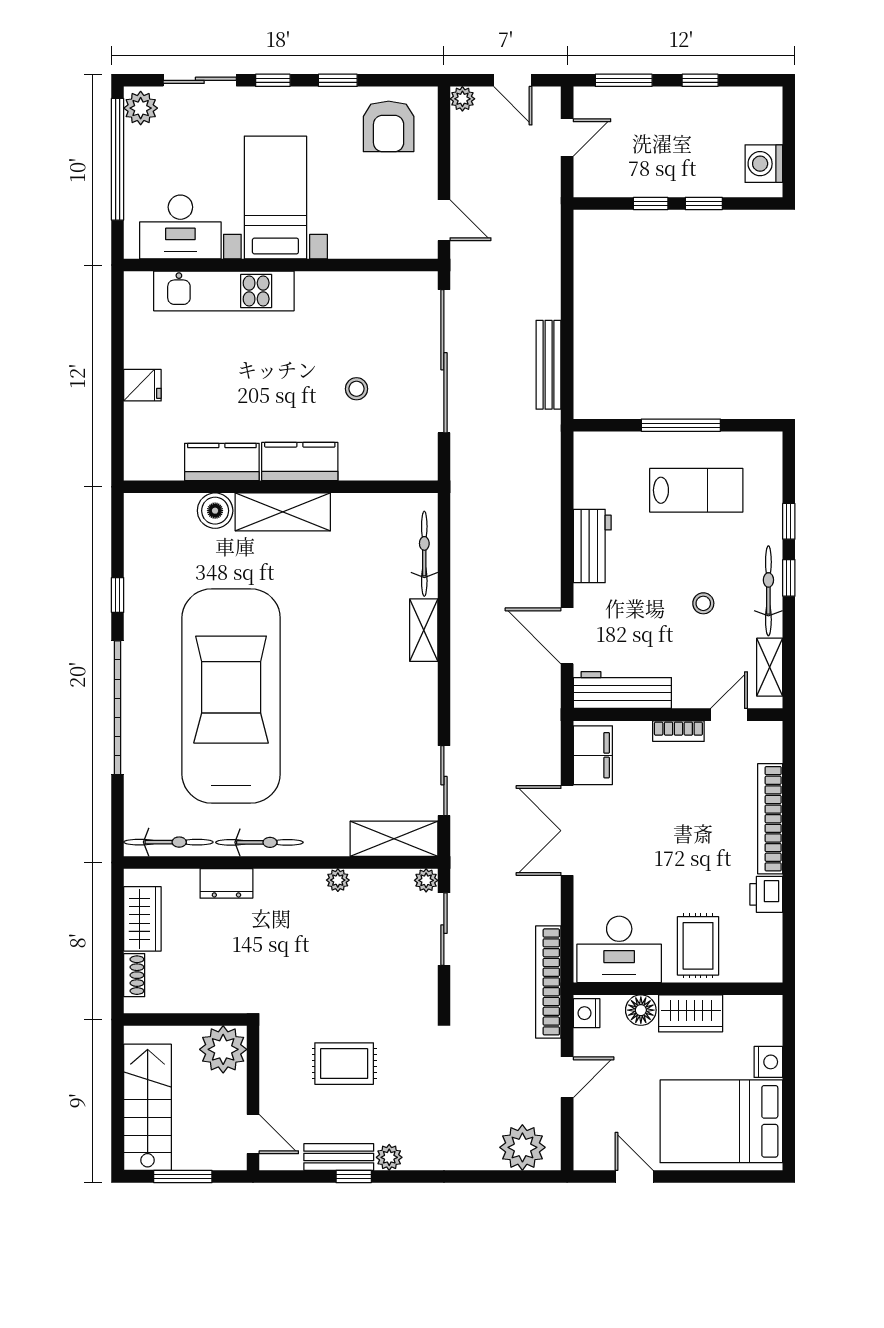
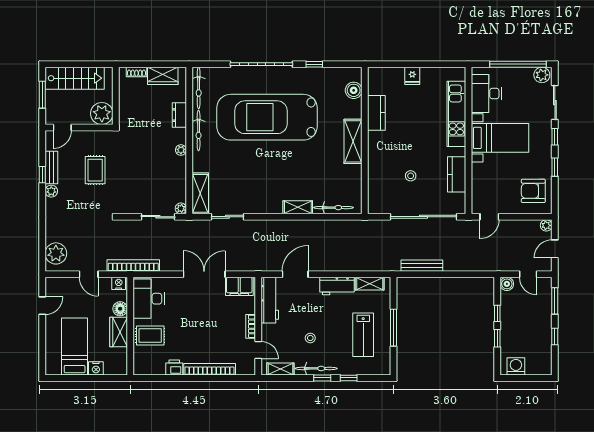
boiler: (588, 183) -> (507, 284), added
kitchen counter: (300, 462) -> (457, 174), moved, turned 180
shelving: (587, 476) -> (370, 284), added
boiler: (215, 511) -> (354, 90), moved
car: (231, 696) -> (267, 117), turned 180
plant: (338, 880) -> (181, 150), moved
bed: (721, 1121) -> (75, 346), width x0.67

